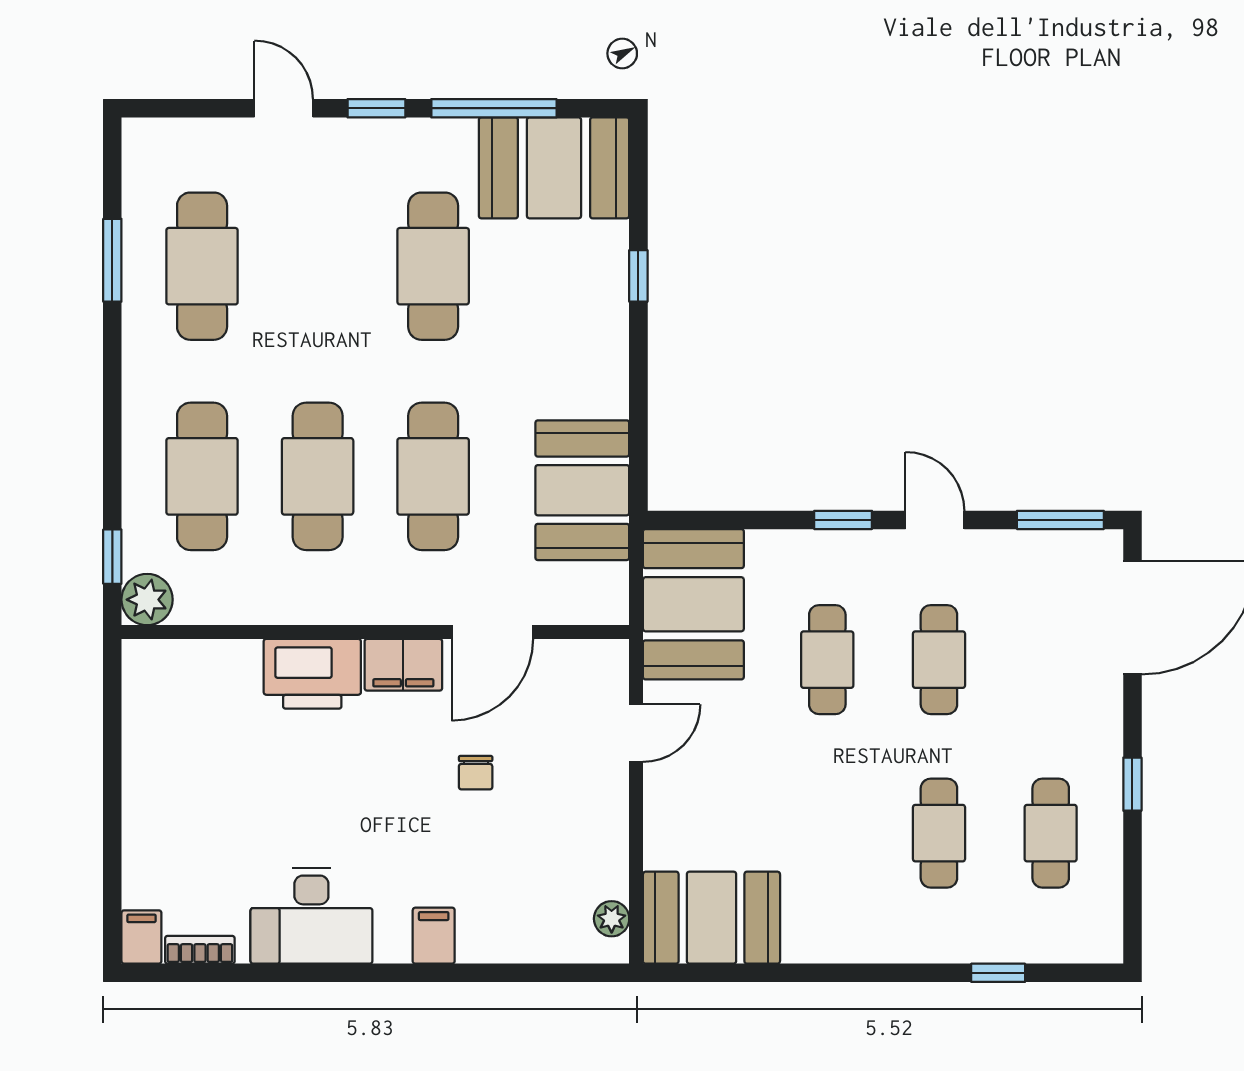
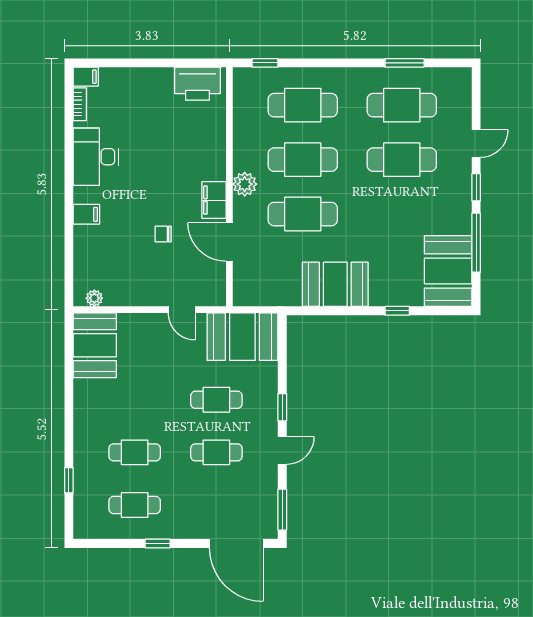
cafe table: (433, 266) -> (402, 160), moved
booth: (582, 490) -> (335, 284), moved
plant: (147, 600) -> (245, 184), moved
printer: (312, 674) -> (197, 84), moved, turned -90

